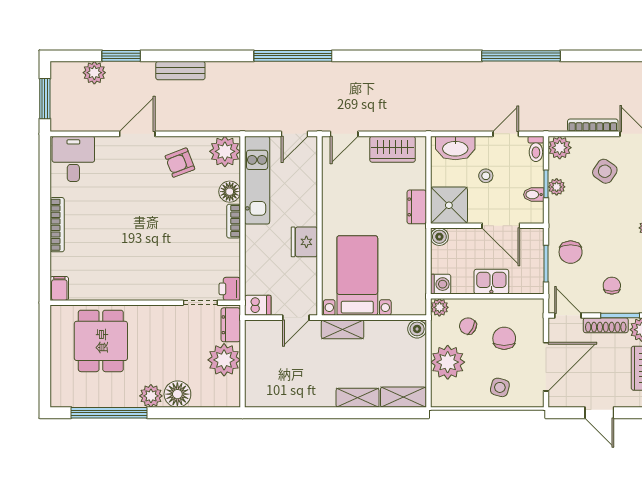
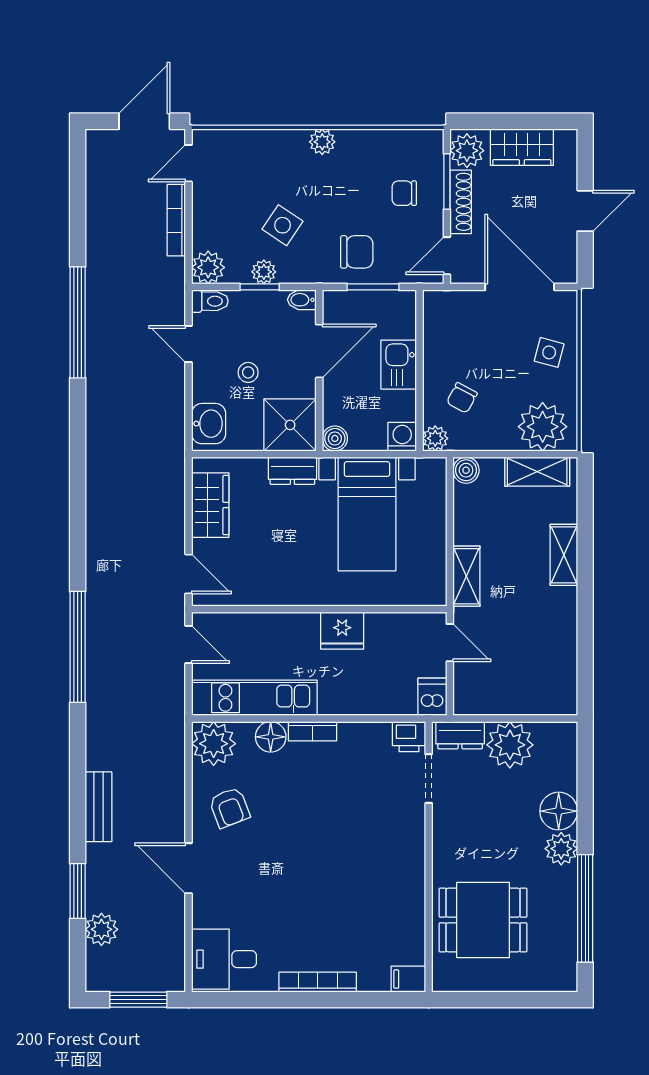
washbasin: (455, 148) -> (209, 424), width x0.72
side table: (605, 171) -> (283, 225), moved
bidet: (534, 195) -> (302, 300), moved, turned 90
bed with nightstands: (357, 276) -> (367, 514), moved, turned -90
chair: (504, 338) -> (479, 346), removed
plant: (448, 362) -> (543, 427), moved
shelving: (403, 397) -> (537, 472), moved, turned 90

